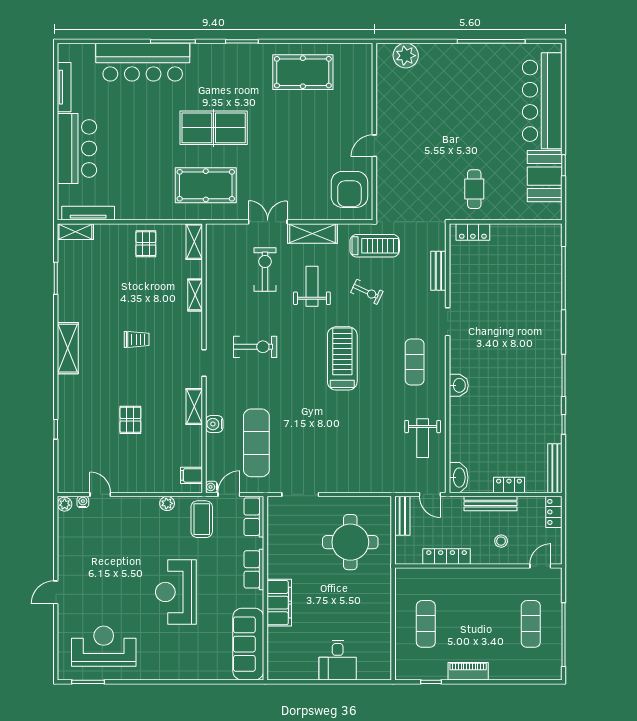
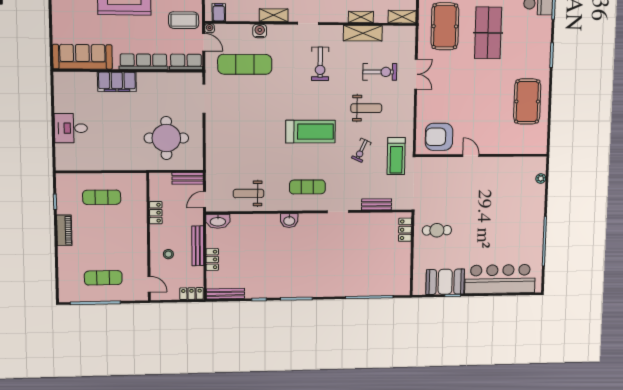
plant: (406, 56) -> (541, 178), width x0.53, depth x0.53
shelving: (312, 234) -> (363, 33), moved, turned 90
locker: (447, 557) -> (156, 213), width x0.66
row of seats: (254, 569) -> (144, 62), width x1.48

